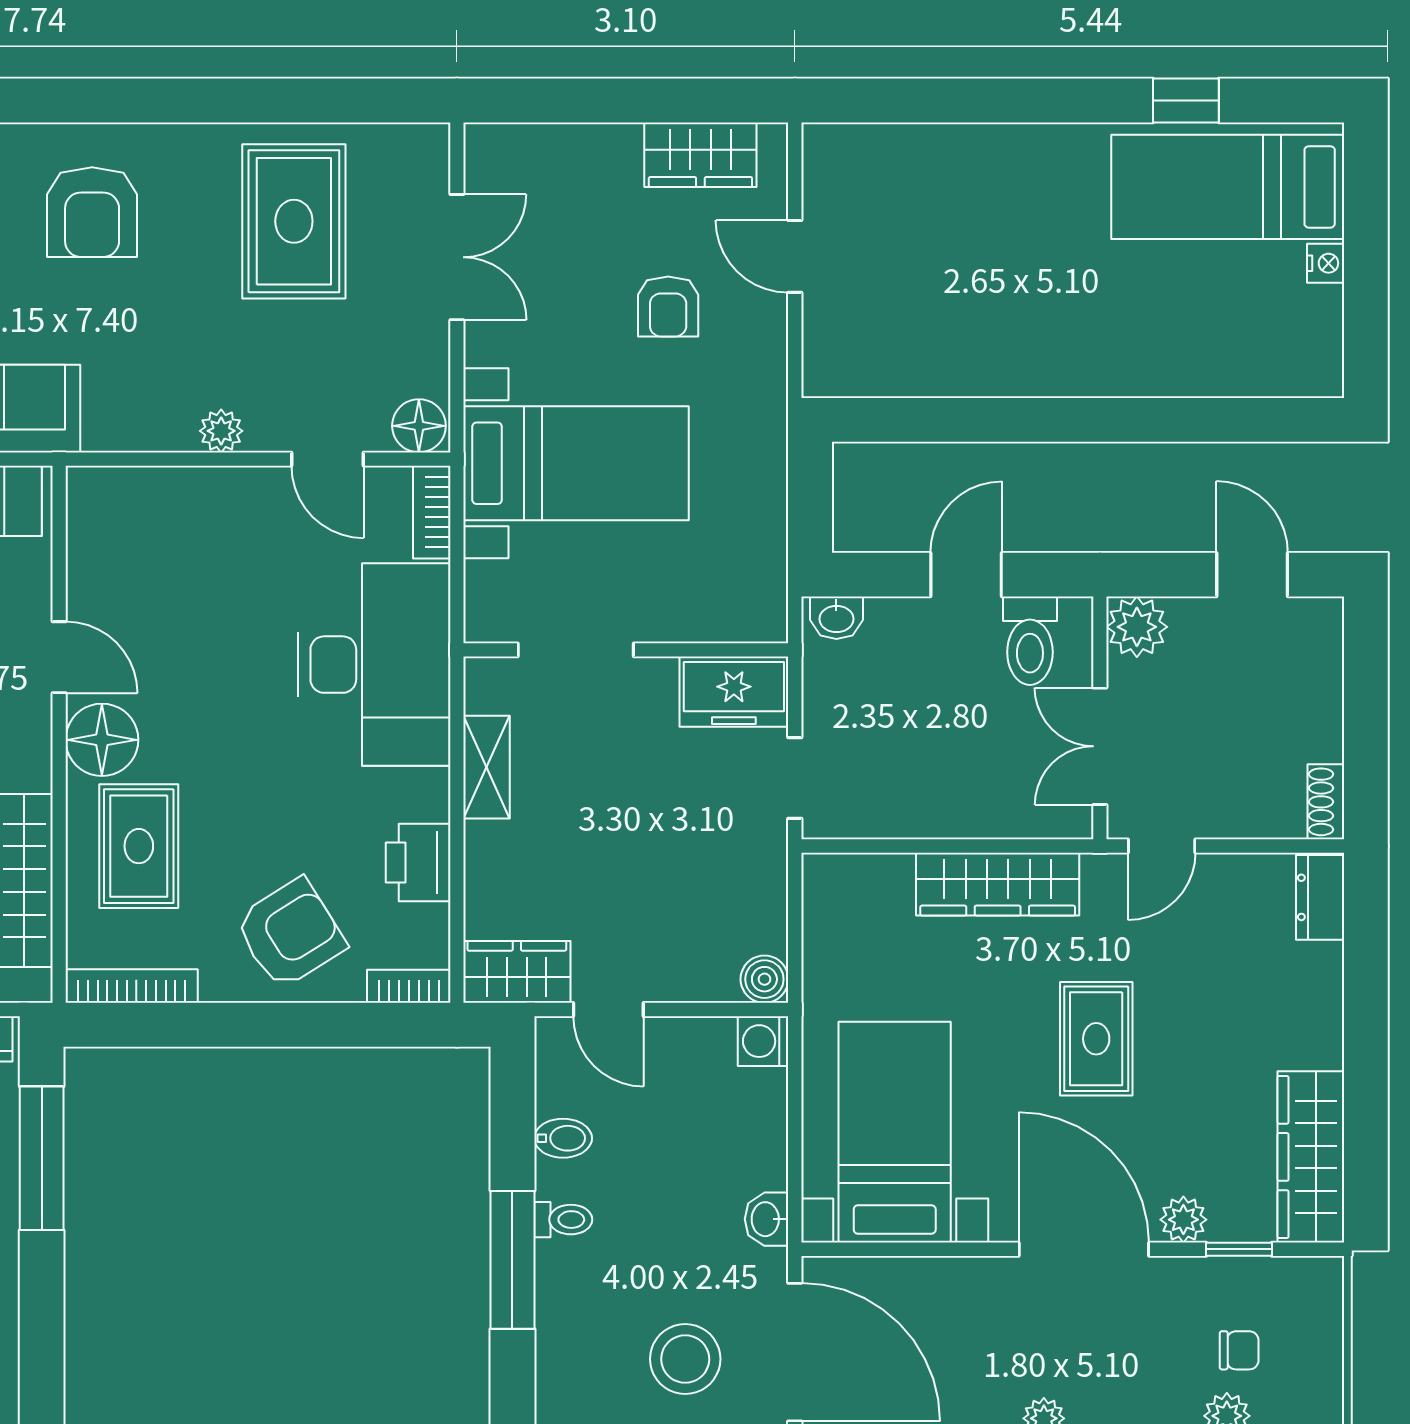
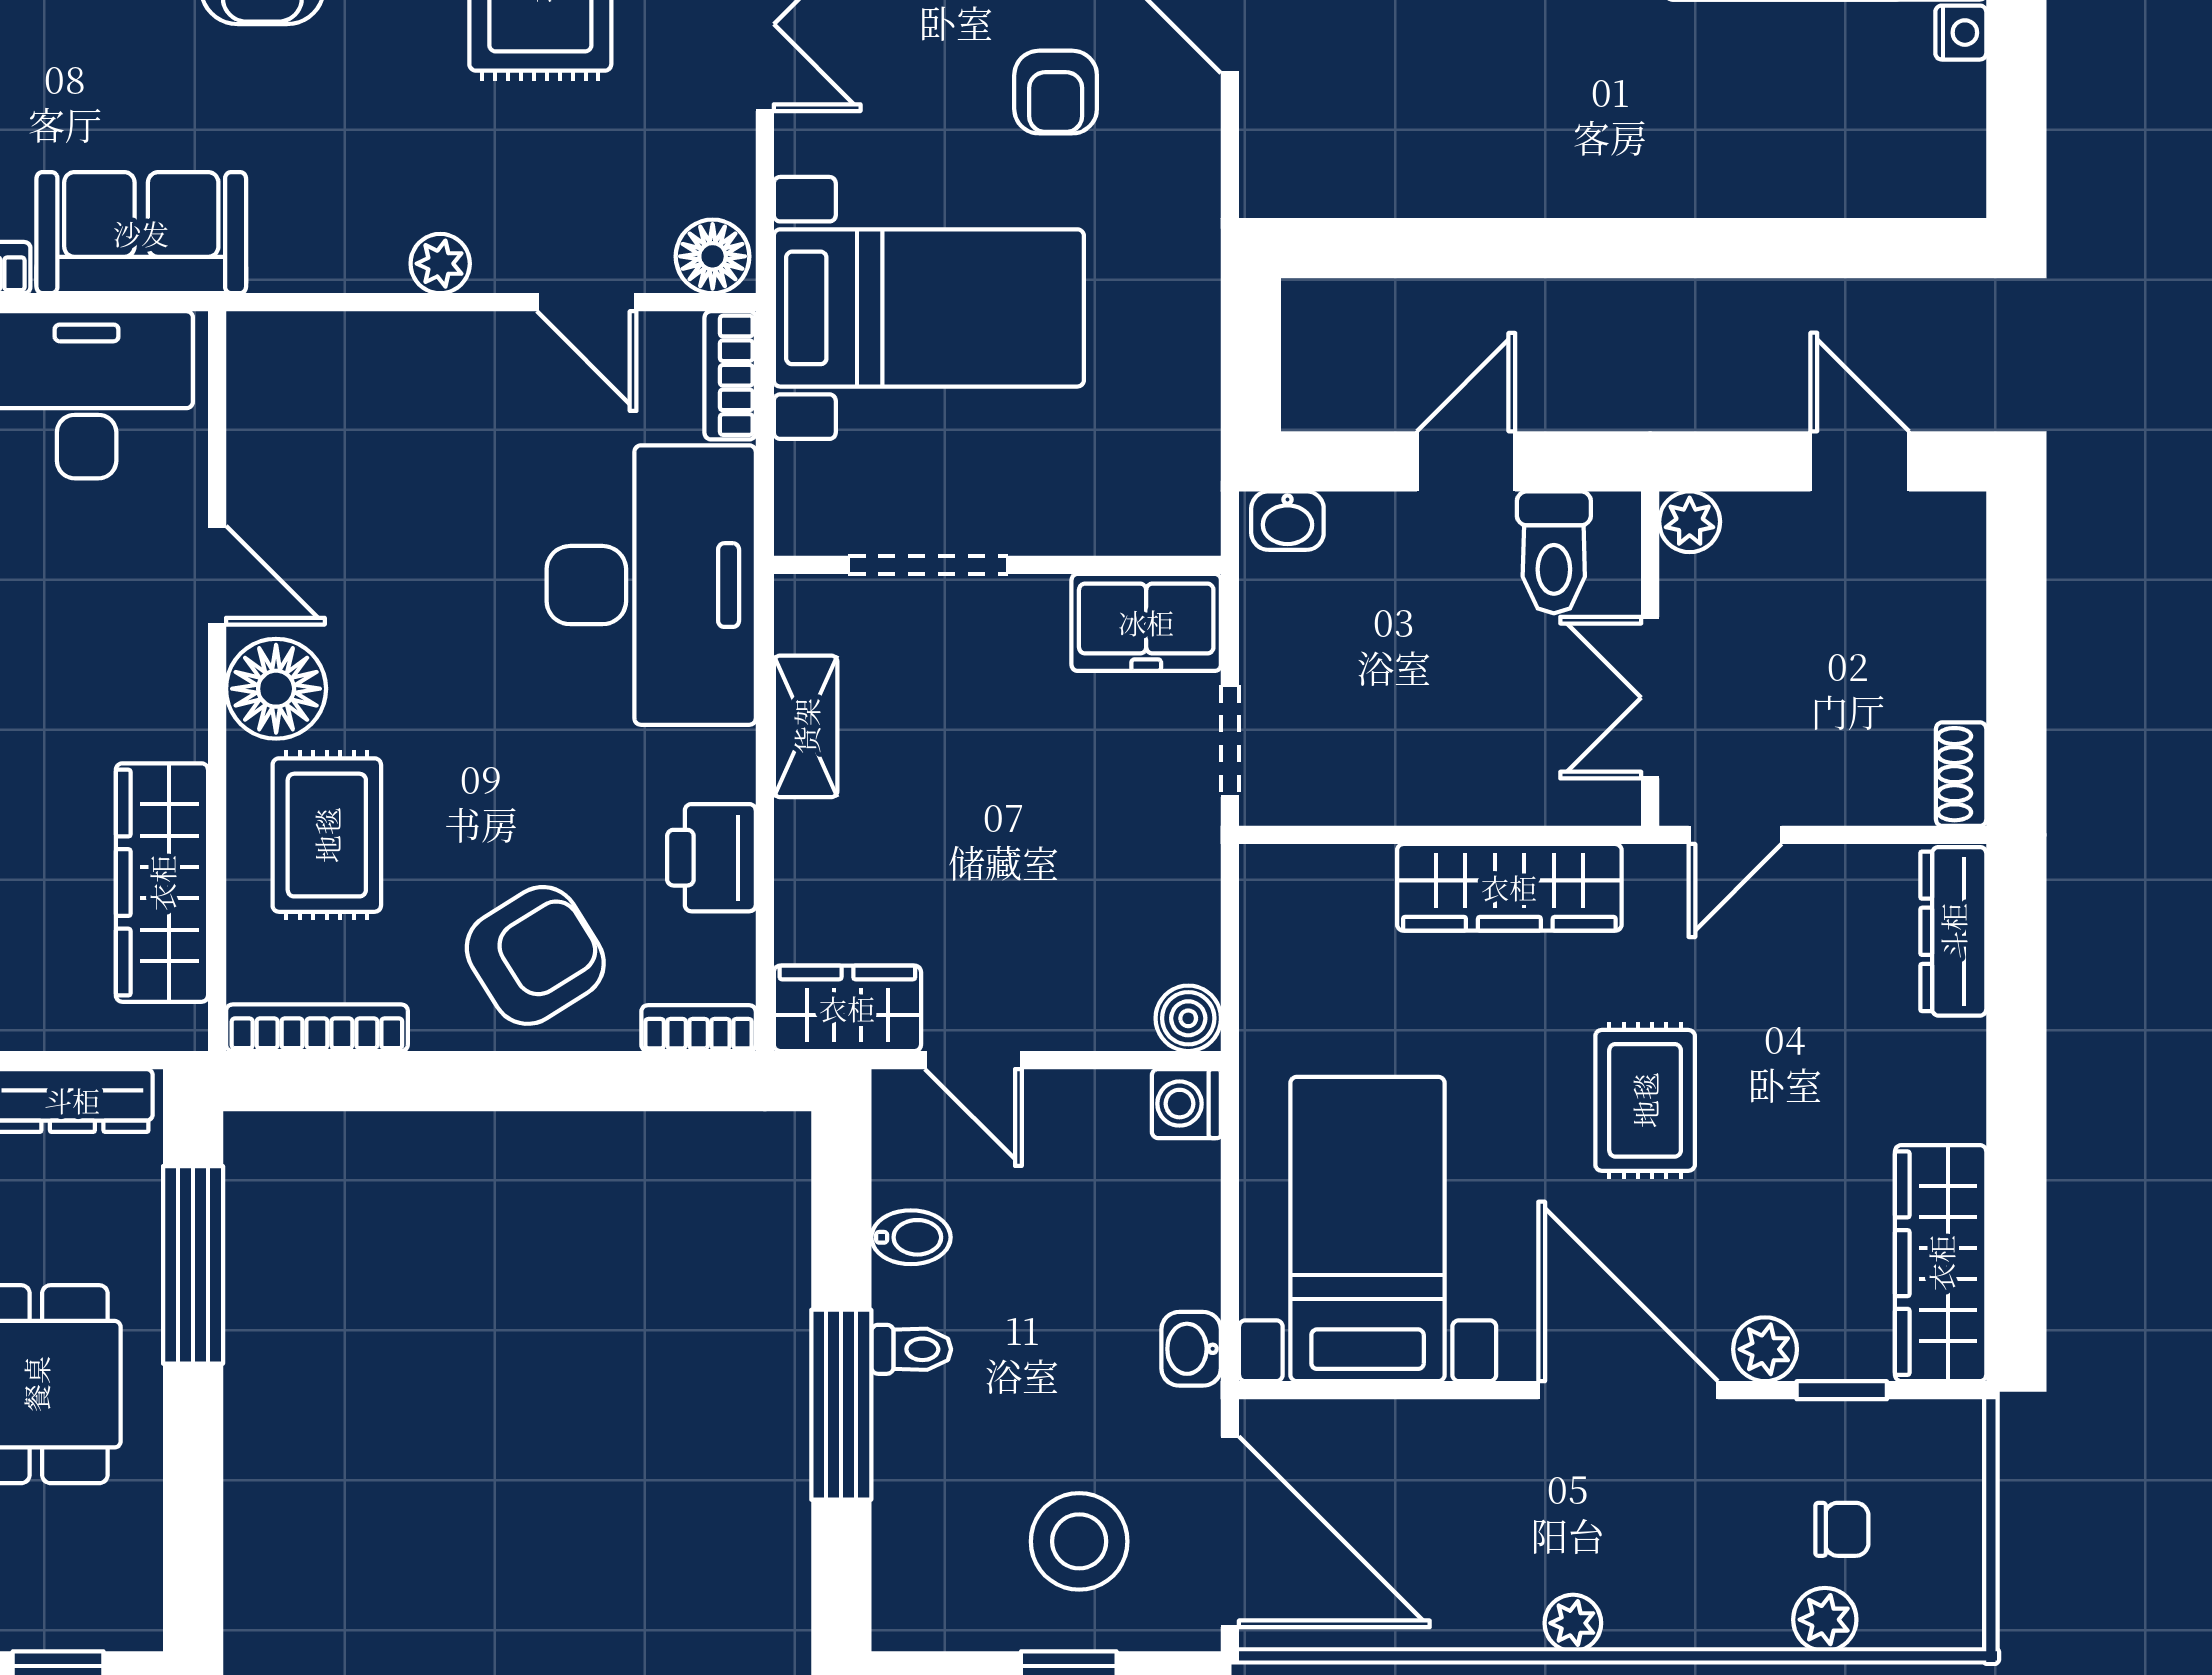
plant: (1137, 627) -> (1690, 522), width x0.73, depth x0.73
dresser: (1320, 897) -> (1953, 931), width x1.44

